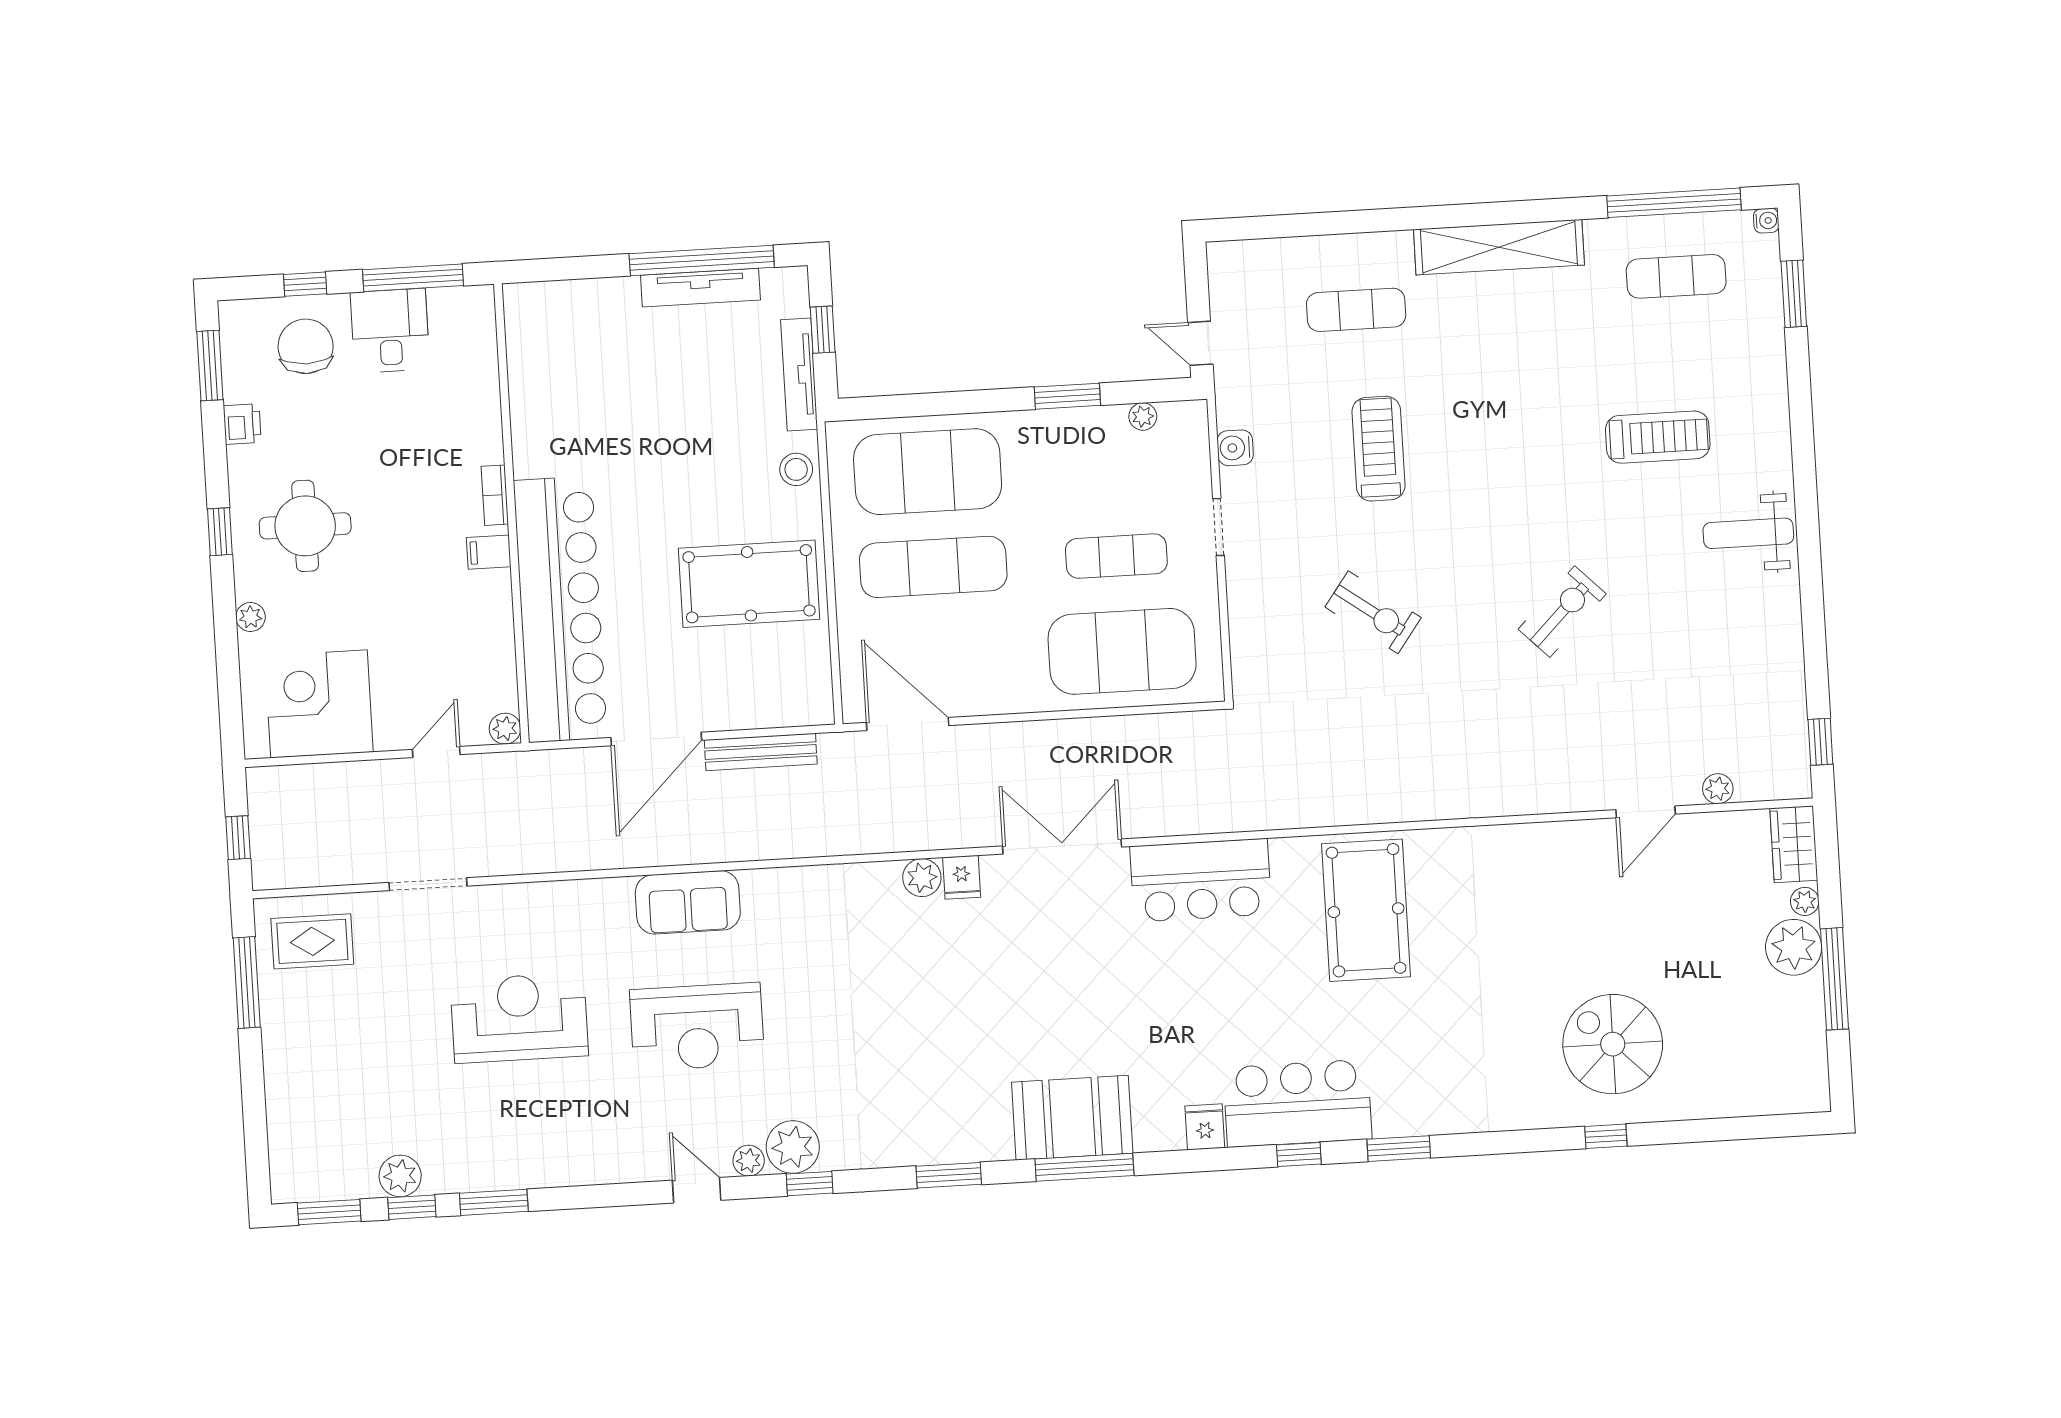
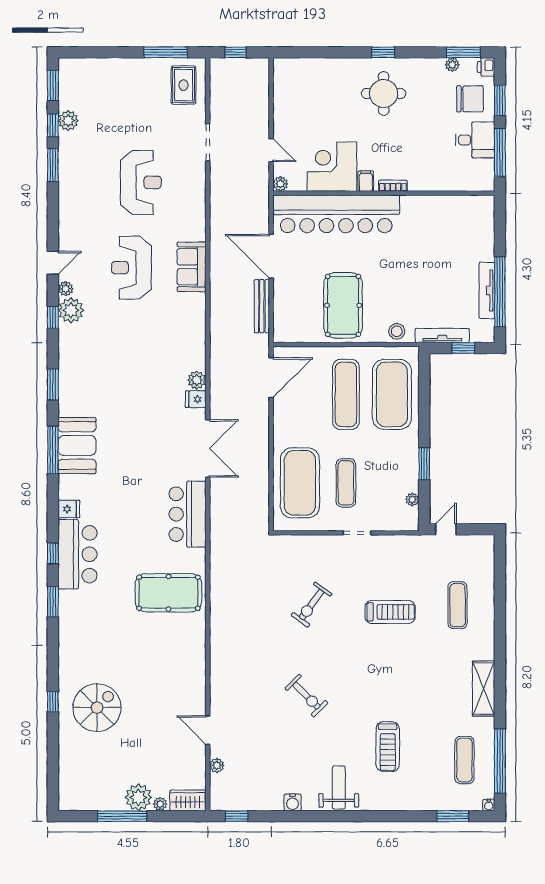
shelving: (1499, 247) -> (484, 689), width x0.68
window: (305, 284) -> (500, 100), width x1.50
printer: (242, 424) -> (486, 67), moved, turned 90
water cooler: (1235, 448) -> (293, 802), moved, turned 180
plant: (251, 617) -> (452, 65), moved
corner desk: (319, 704) -> (332, 167), moved, turned -90

